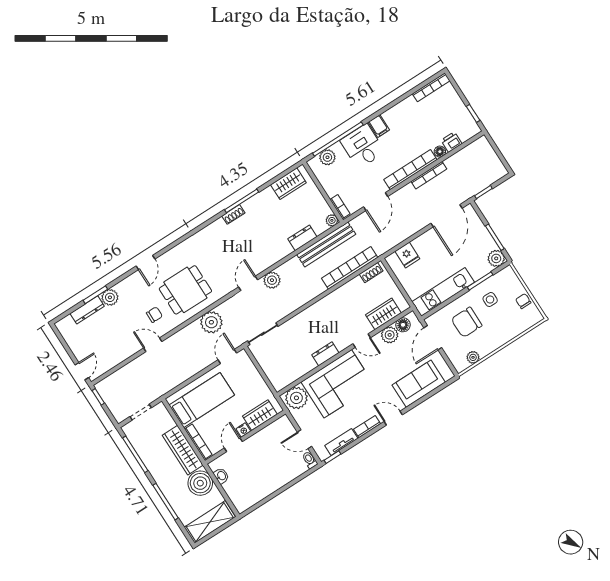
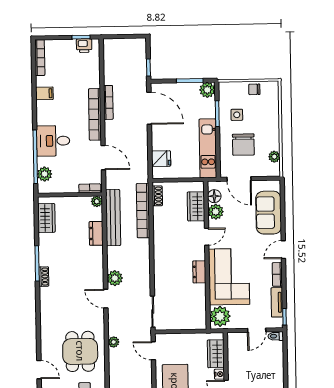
filing cabinet: (379, 126) -> (44, 93), moved
printer: (451, 142) -> (84, 46), moved, turned -90
floor lamp: (440, 152) -> (95, 82), removed
plant: (211, 322) -> (114, 342), width x0.53, depth x0.53

